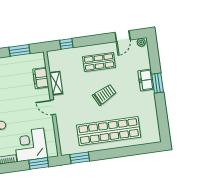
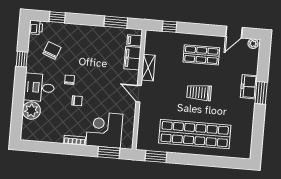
filing cabinet: (39, 63) -> (134, 40), added
trolley: (104, 95) -> (199, 93), turned -153

